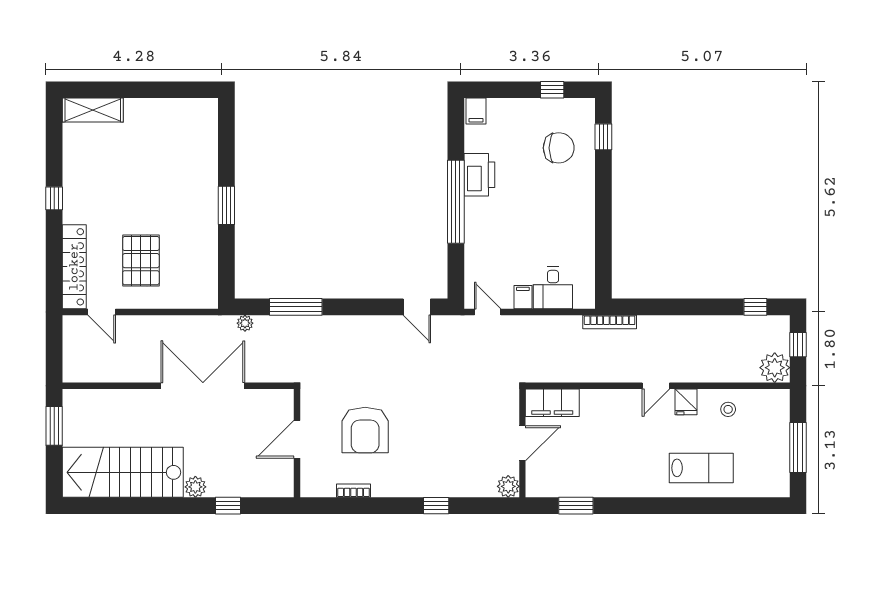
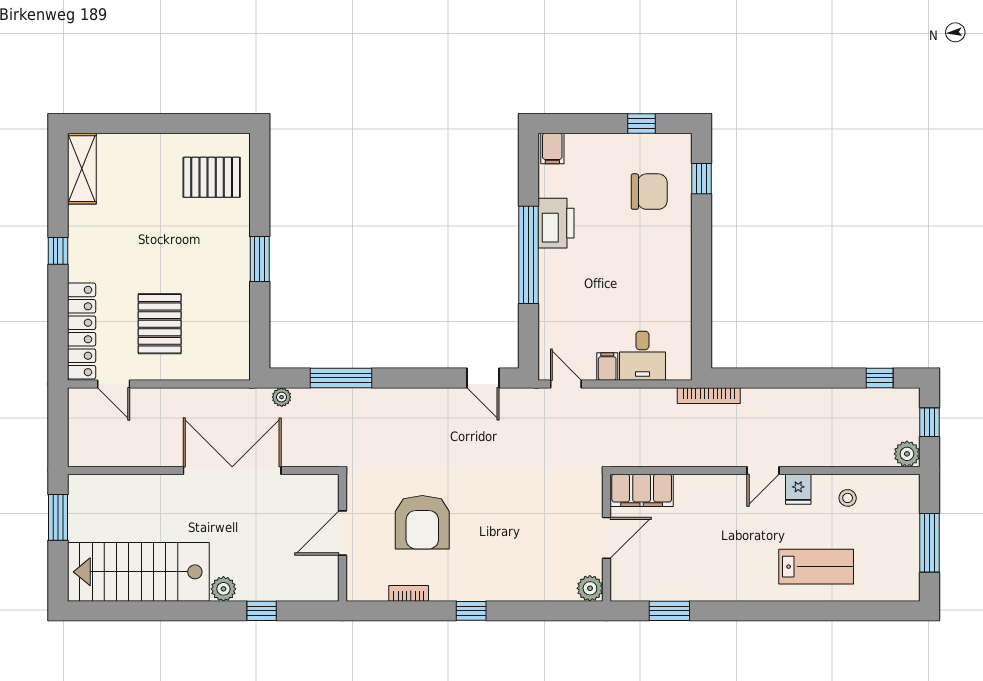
shelving: (93, 110) -> (82, 169), moved, turned 90
pallet: (185, 136) -> (212, 177), added
plant: (775, 368) -> (907, 454), width x0.73, depth x0.73
window: (436, 506) -> (471, 611), moved

